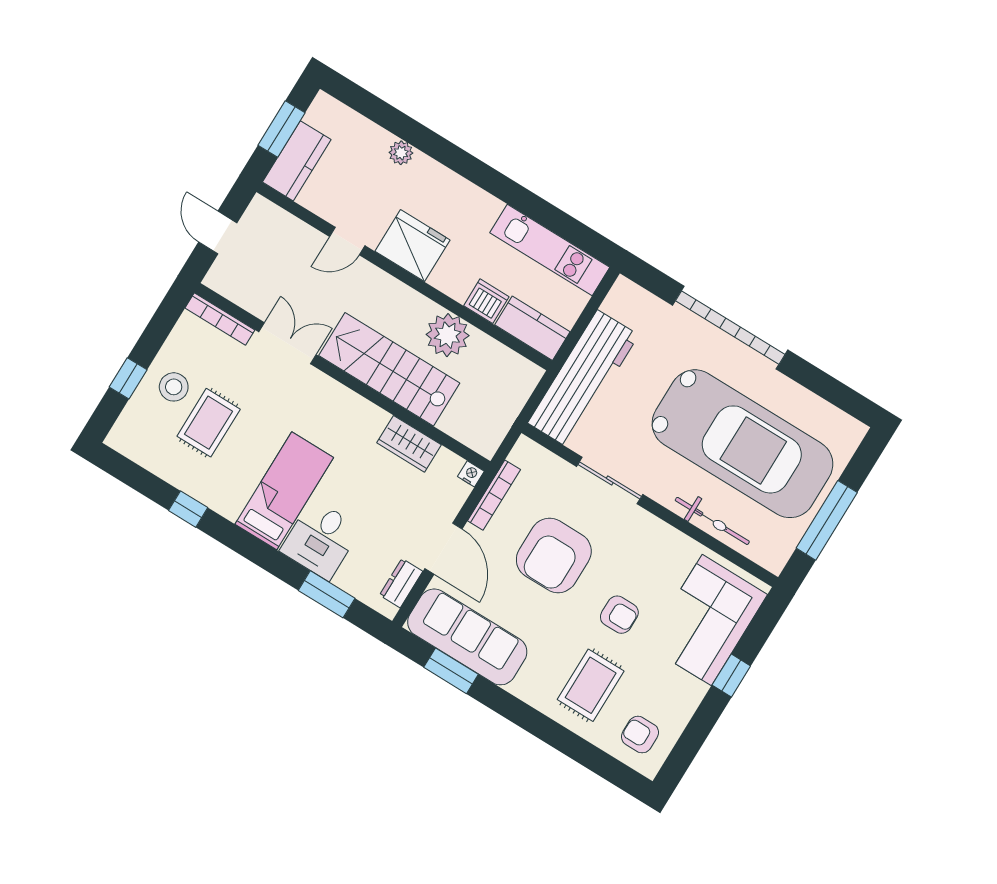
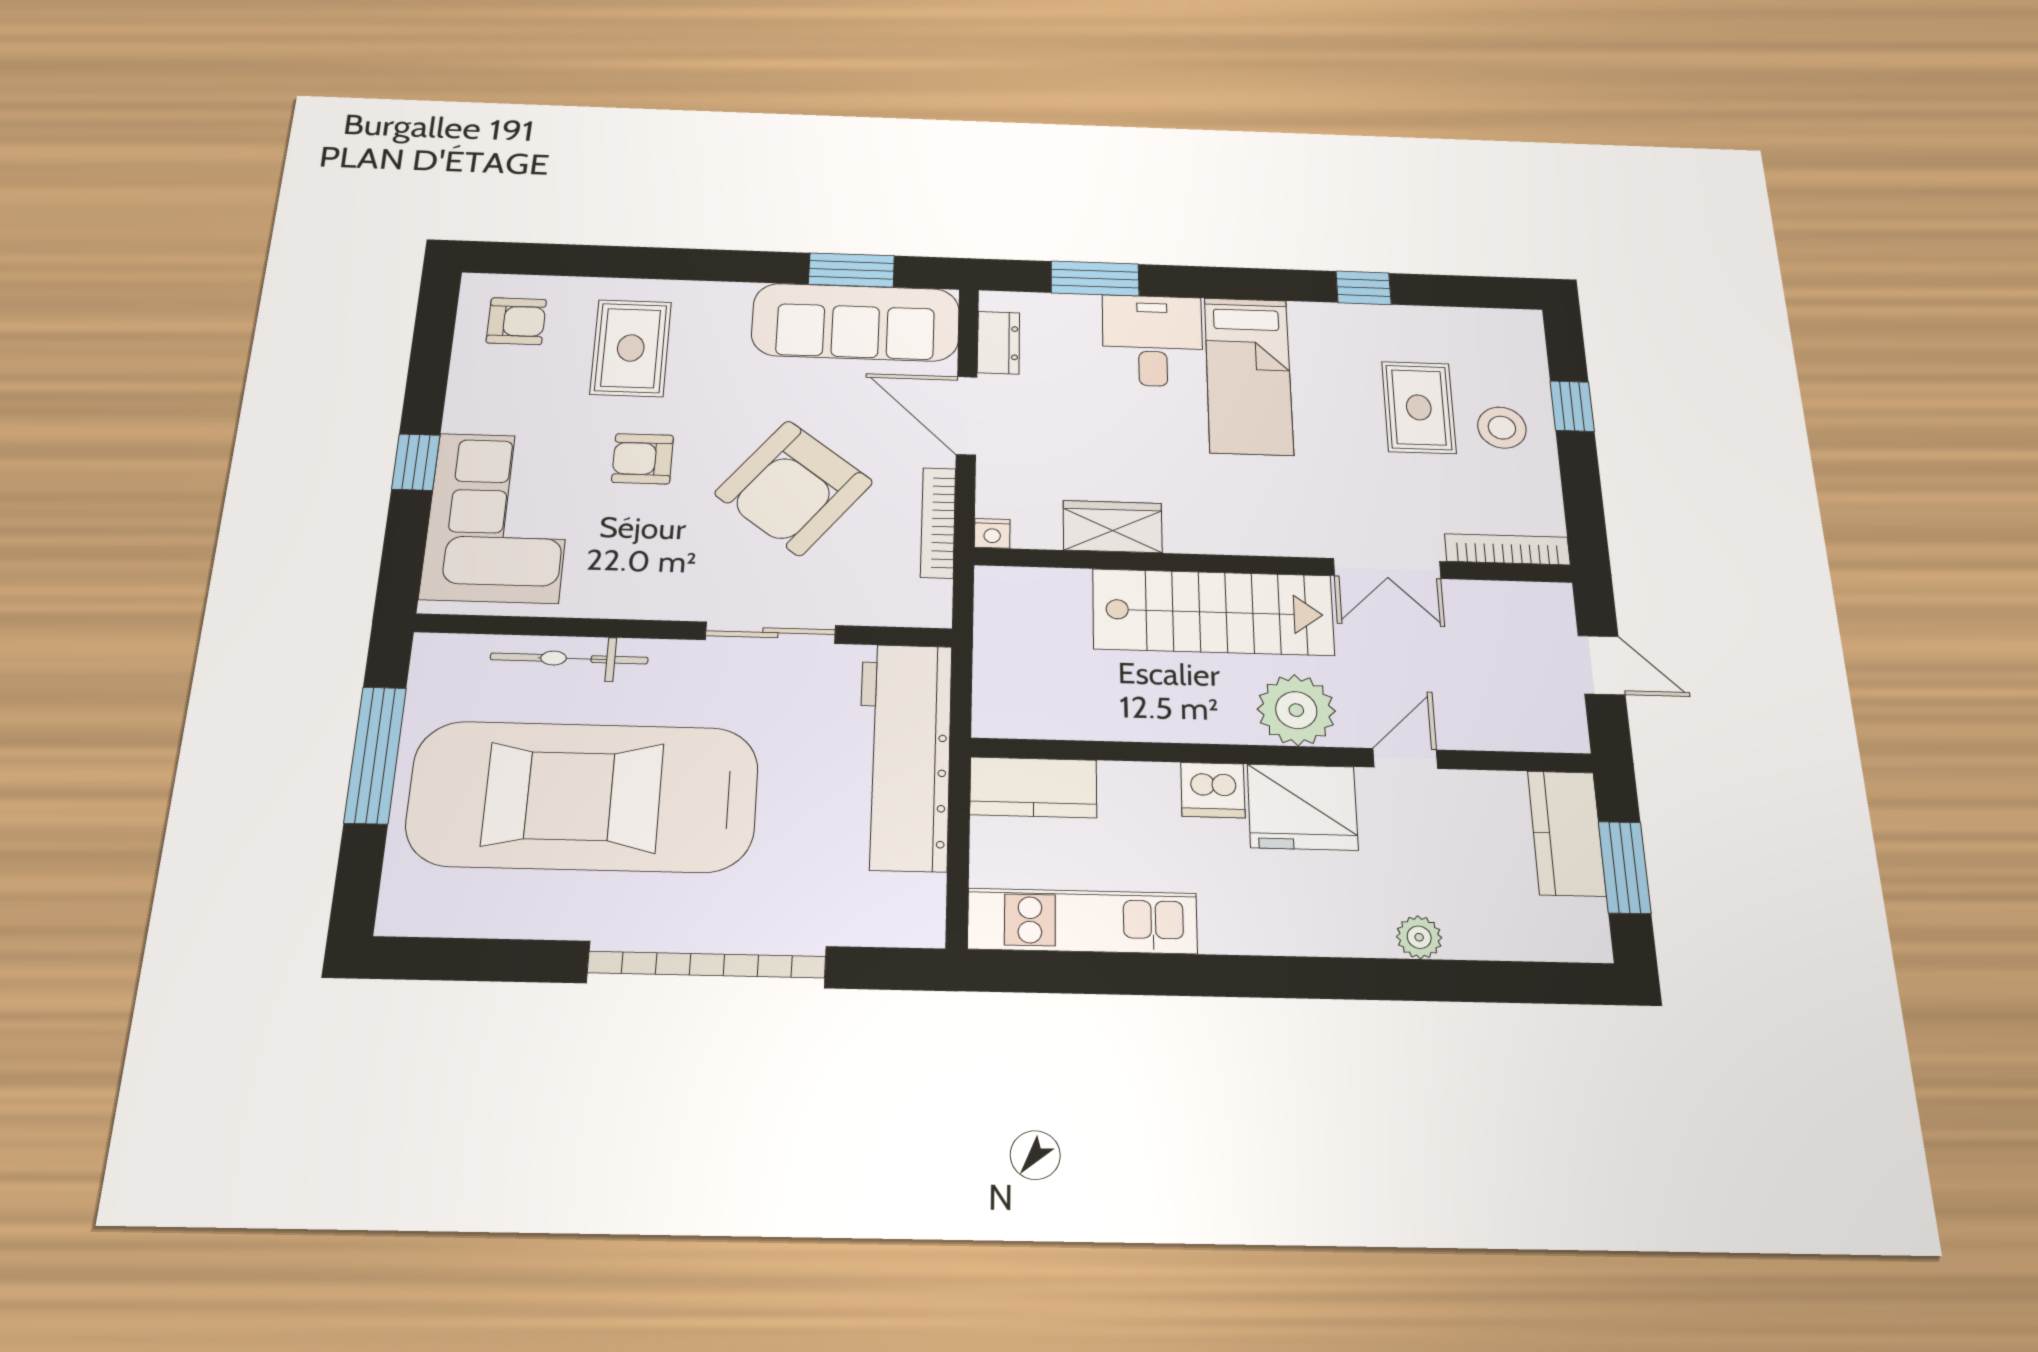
dishwasher: (486, 301) -> (1213, 790), moved
plant: (448, 335) -> (1296, 710), moved
armchair: (554, 555) -> (794, 488), turned -142

